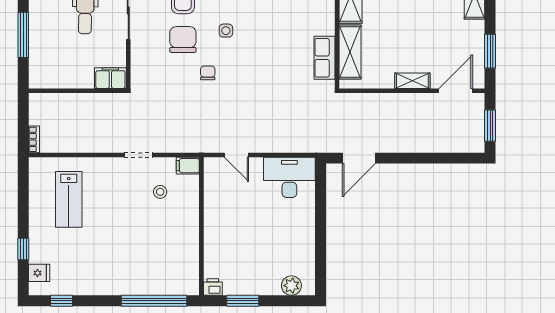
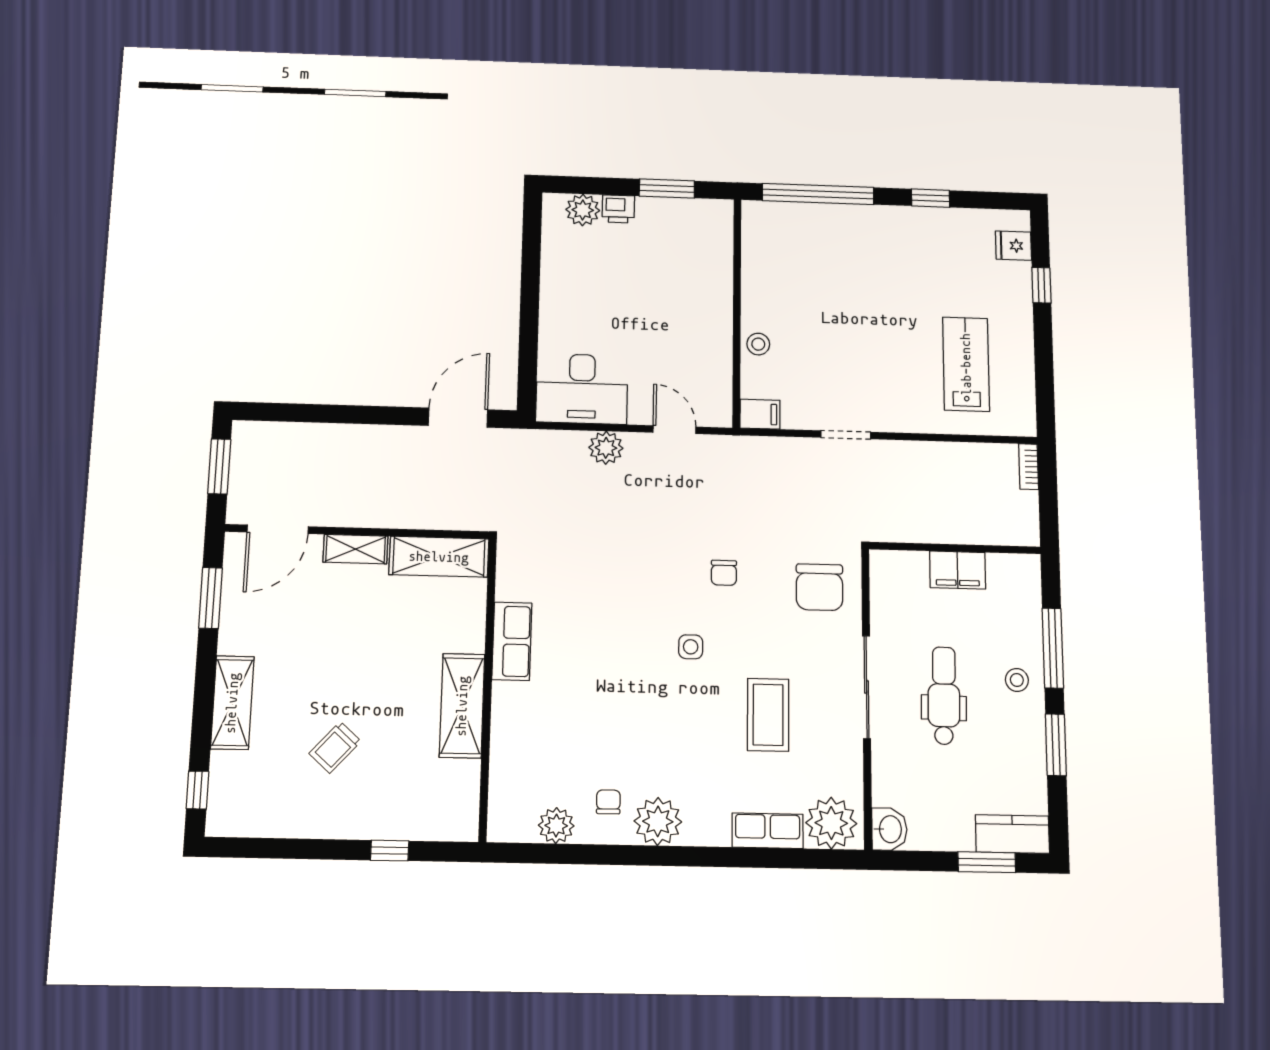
stool: (44, 17) -> (1017, 680), added
chair: (183, 39) -> (819, 587), moved
shelving: (350, 52) -> (439, 557), moved, turned 90
row of seats: (324, 58) -> (512, 641), moved
filing cabinet: (110, 78) -> (958, 570), moved
plant: (275, 143) -> (606, 448), added
stool: (160, 192) -> (758, 344), moved
printer: (213, 287) -> (618, 209), moved
window: (61, 301) -> (931, 198), moved

